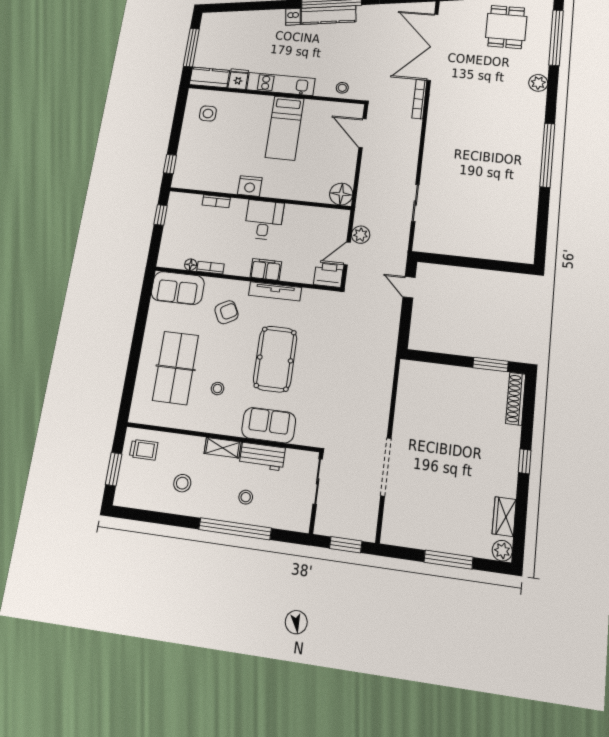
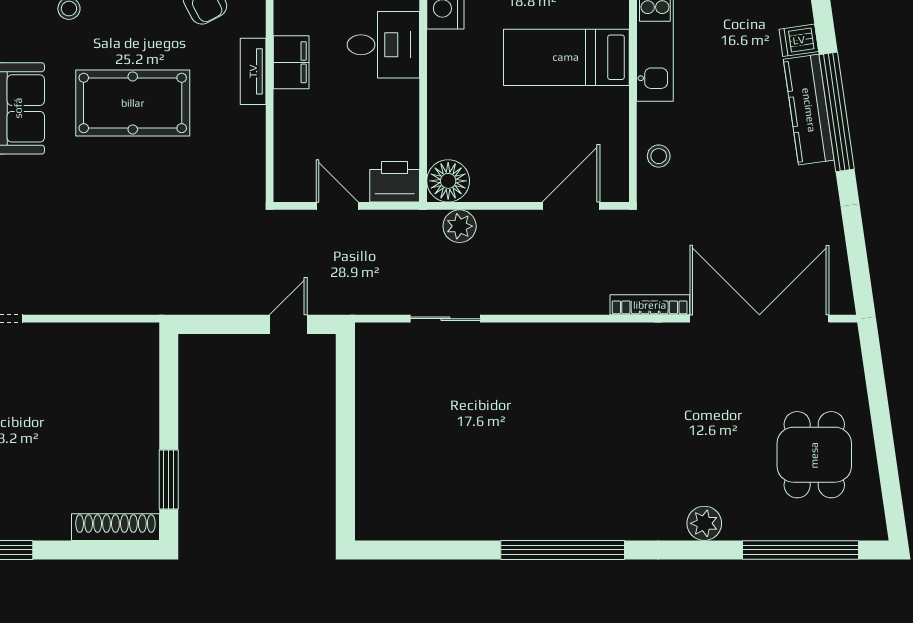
dining table: (506, 27) -> (814, 455), turned 90
plant: (361, 235) -> (460, 226), moved
printer: (328, 275) -> (395, 182), moved, turned -90
tv unit: (275, 291) -> (253, 71), width x0.71

